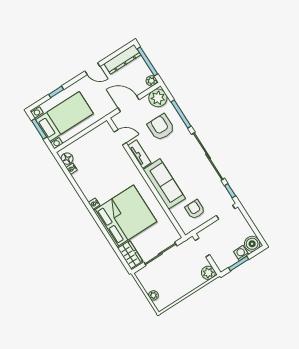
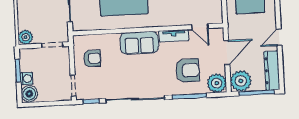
plant: (151, 81) -> (241, 81), width x1.88, depth x1.88
door: (120, 137) -> (200, 27), hinge flipped
sofa: (164, 184) -> (139, 43), width x0.73

